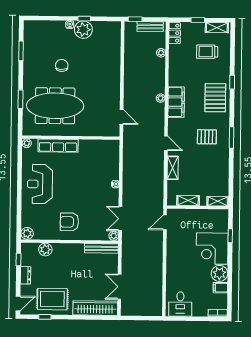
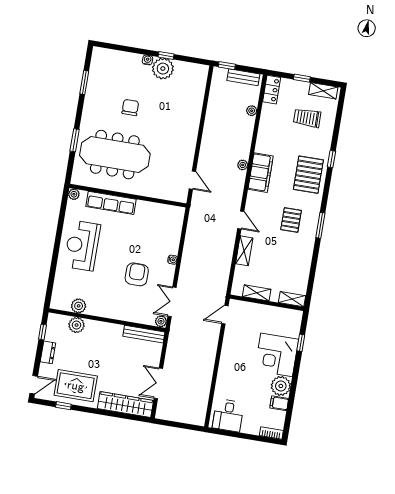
pallet: (207, 137) -> (291, 220), turned 90
armchair: (69, 222) -> (137, 274), moved, turned 90
plant: (27, 233) -> (79, 306), moved

